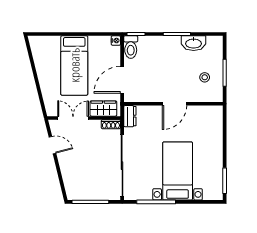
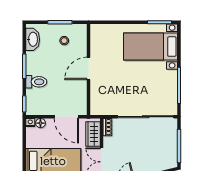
washbasin: (194, 43) -> (33, 39), moved
toilet: (131, 47) -> (36, 82), moved
floor lamp: (115, 52) -> (40, 123), added
door: (174, 104) -> (89, 68), swing flipped
dresser: (130, 116) -> (100, 110), removed
bed with nightstands: (178, 171) -> (151, 47), moved

